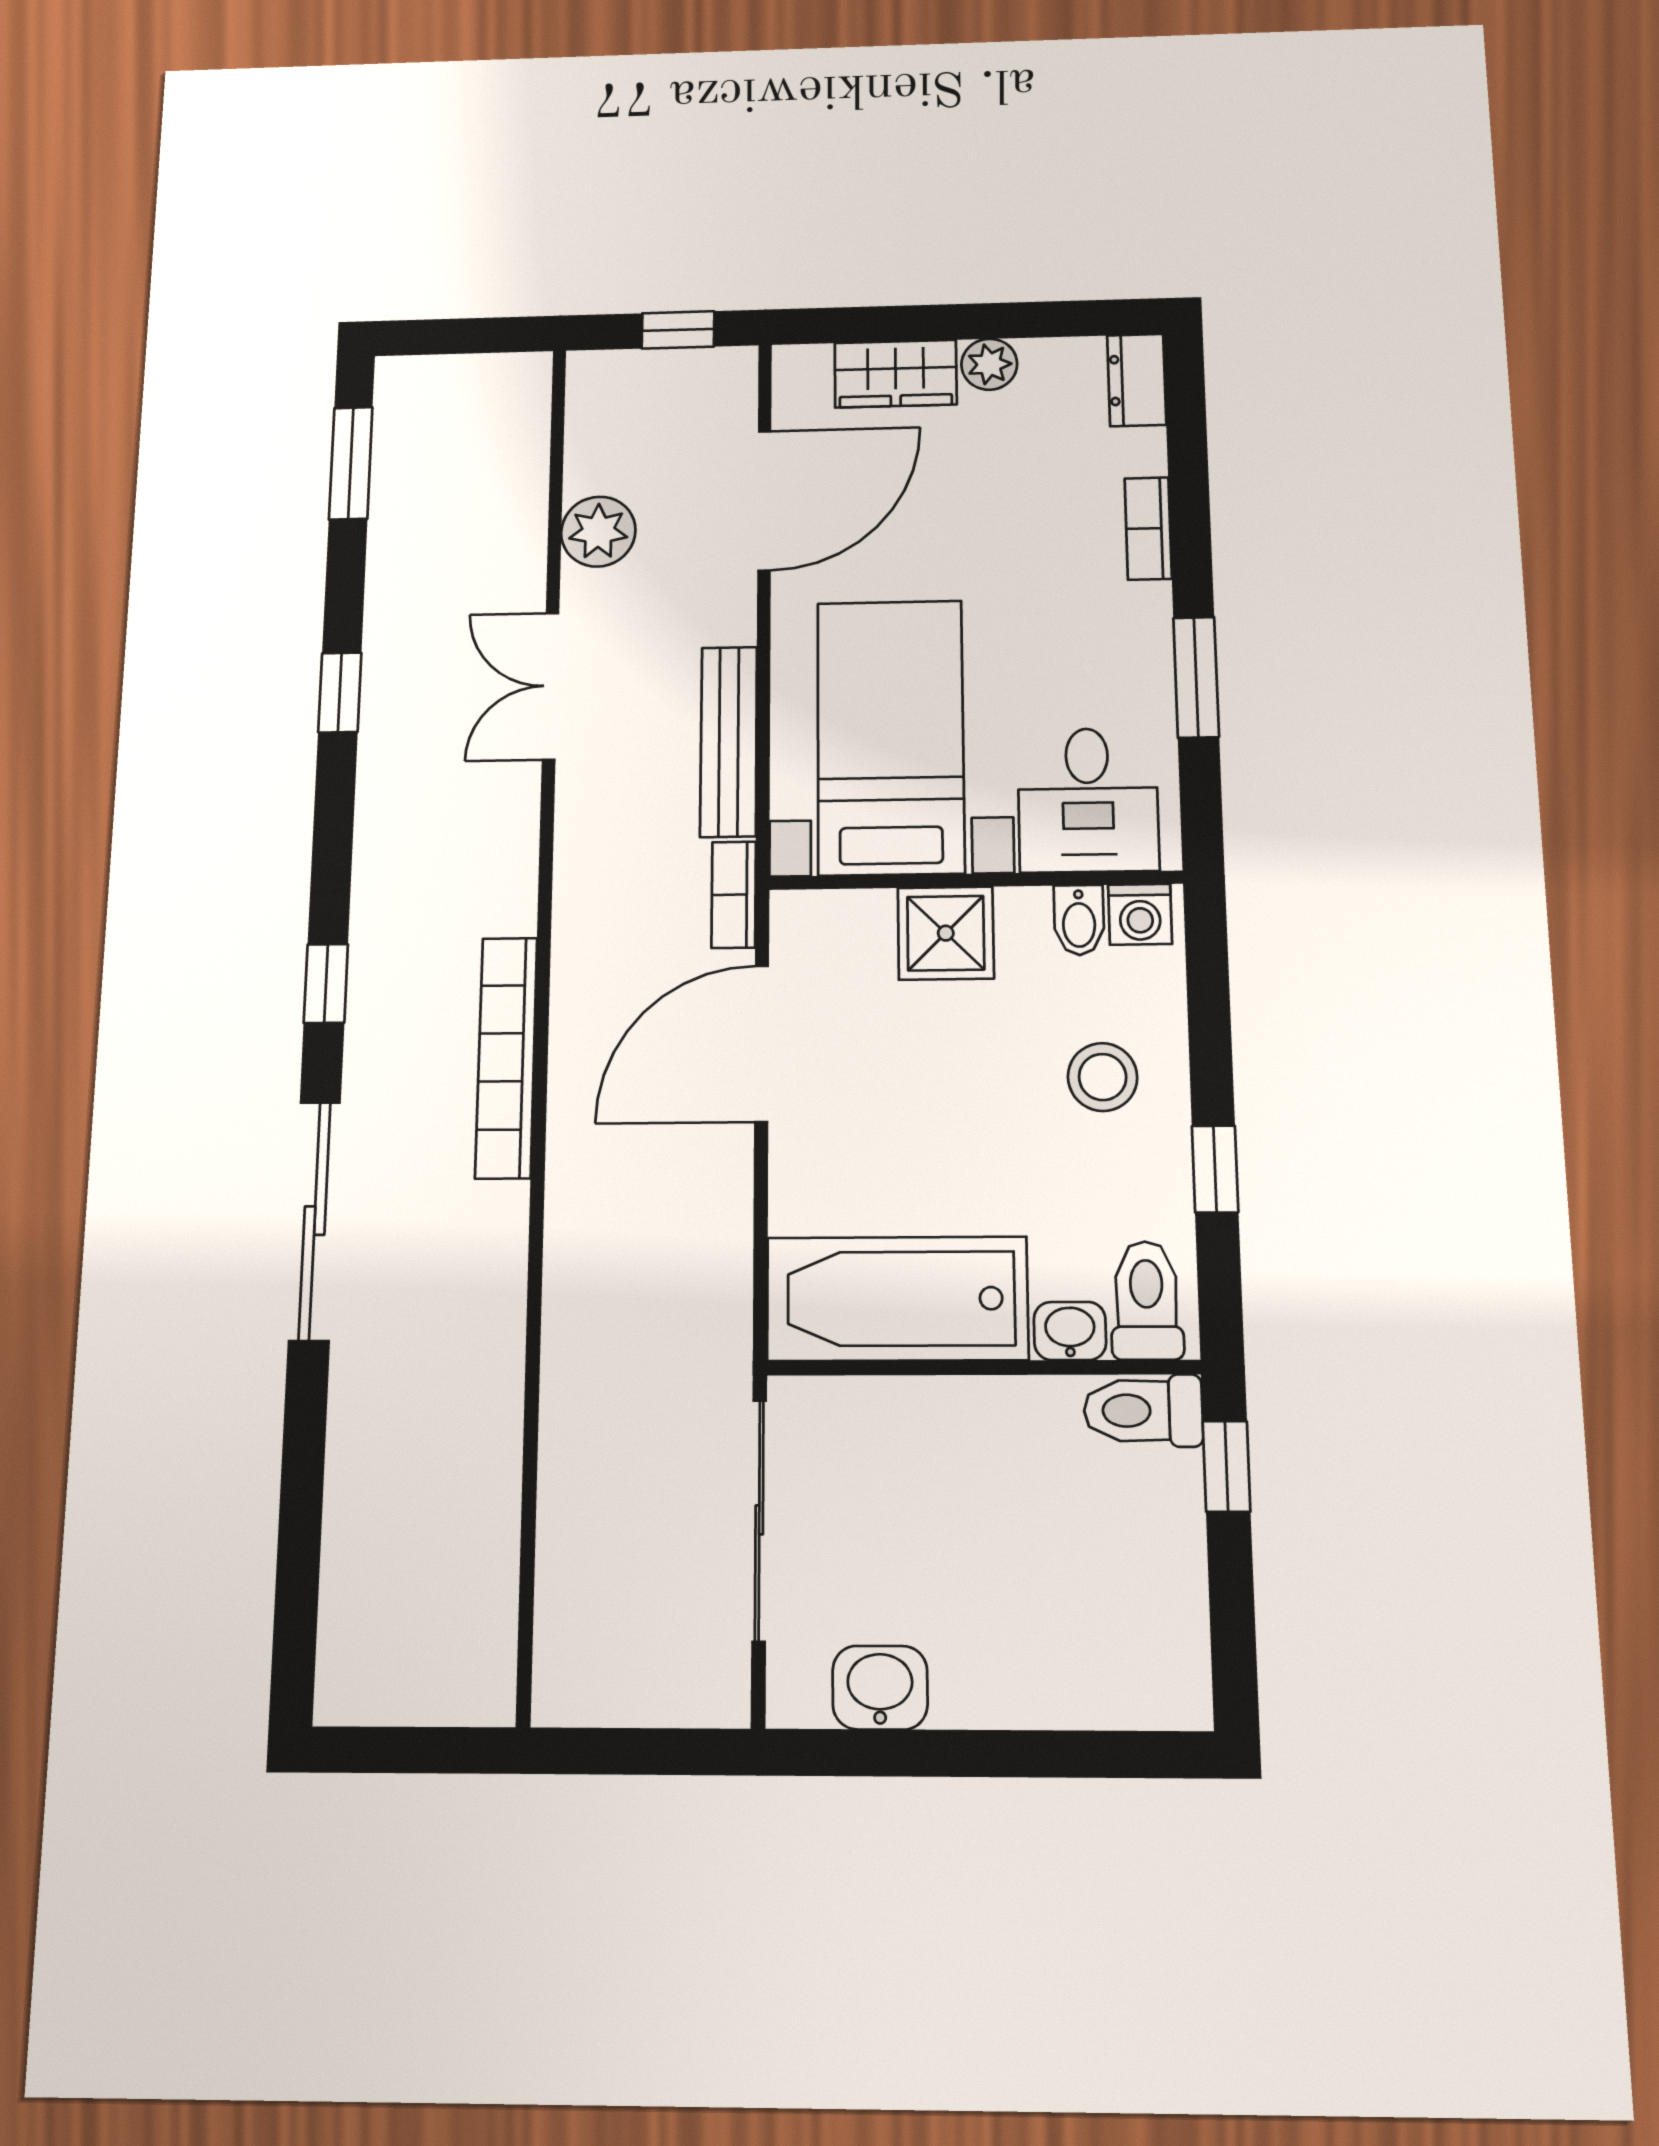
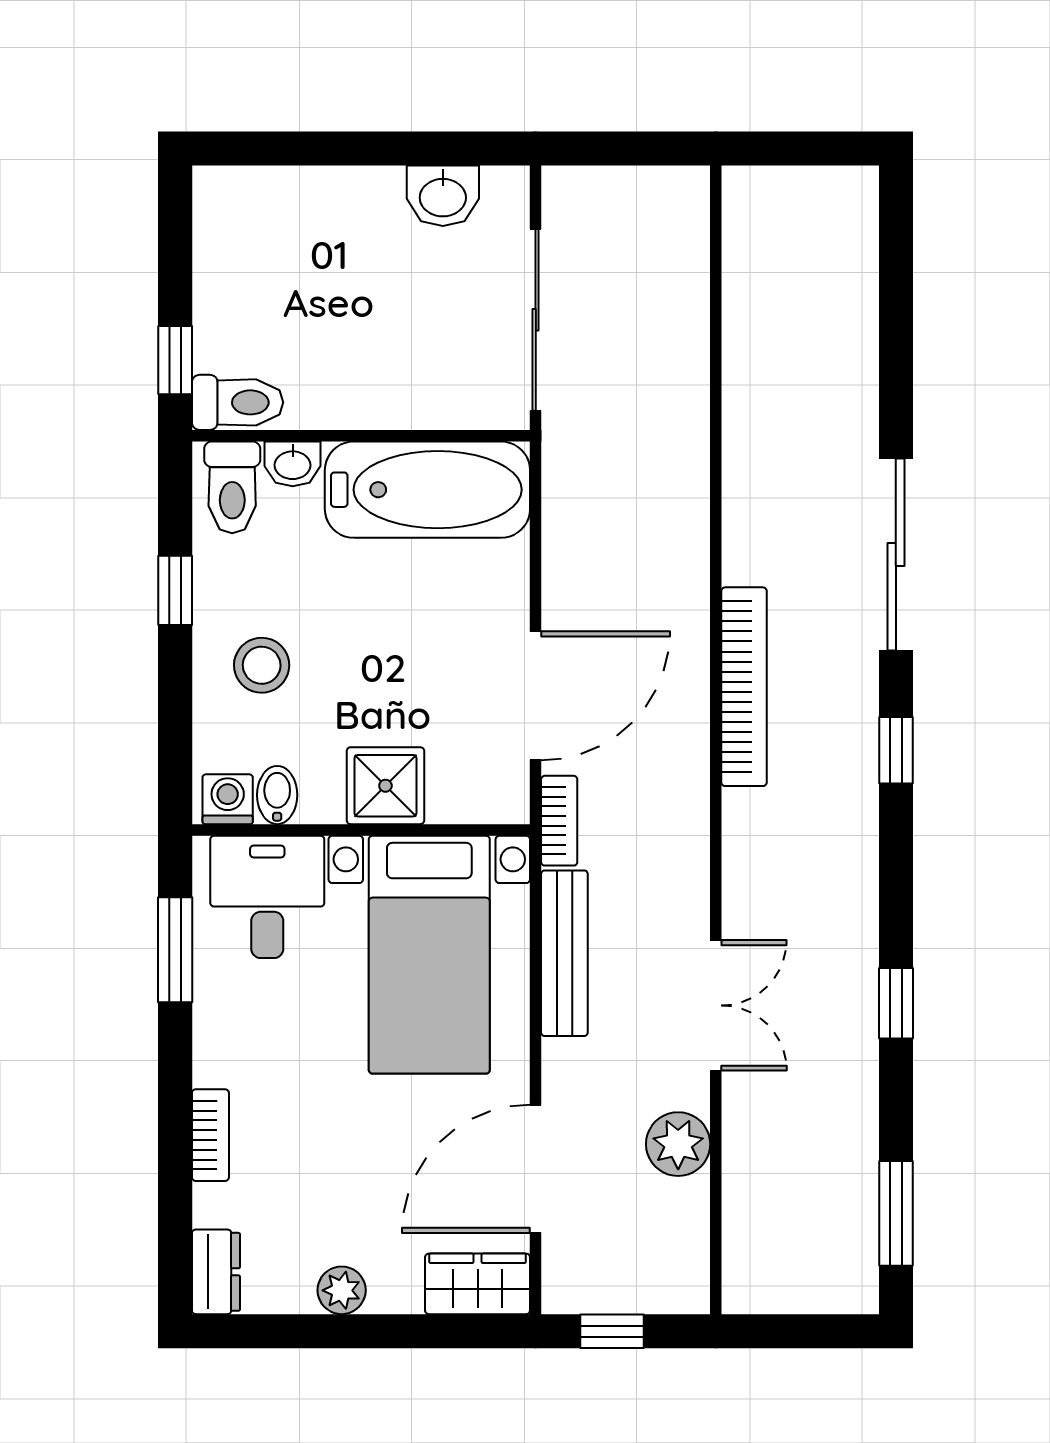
wardrobe: (896, 374) -> (478, 1284), moved
window: (1196, 677) -> (175, 950), moved

